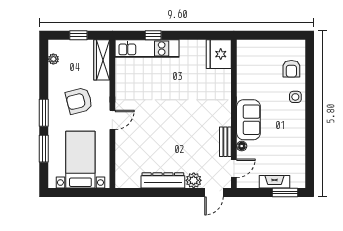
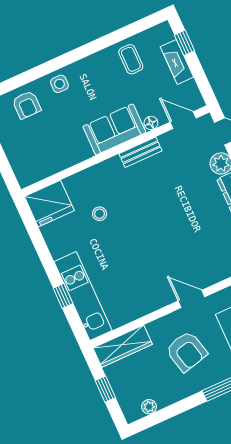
armchair: (291, 69) -> (27, 105), turned 90
stool: (197, 84) -> (100, 214), added
bench: (225, 142) -> (140, 152), moved
coffee table: (290, 152) -> (131, 59), added
window: (285, 193) -> (184, 43), width x0.67

